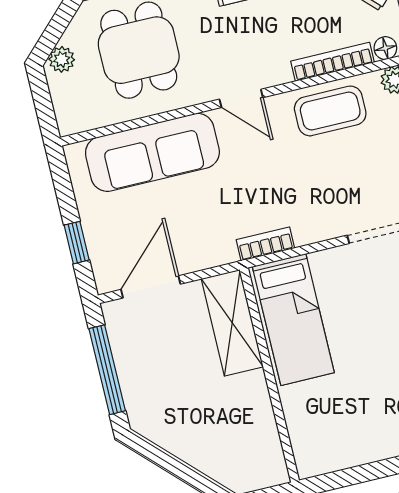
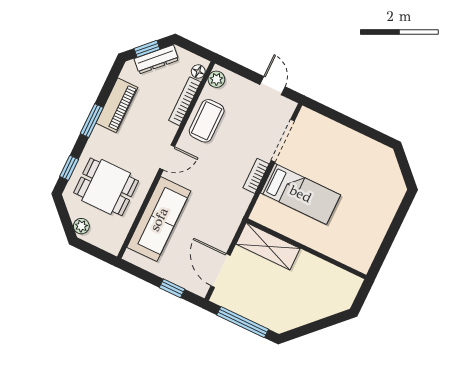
bookcase: (265, 244) -> (256, 176), moved
bed: (293, 320) -> (301, 194), moved

